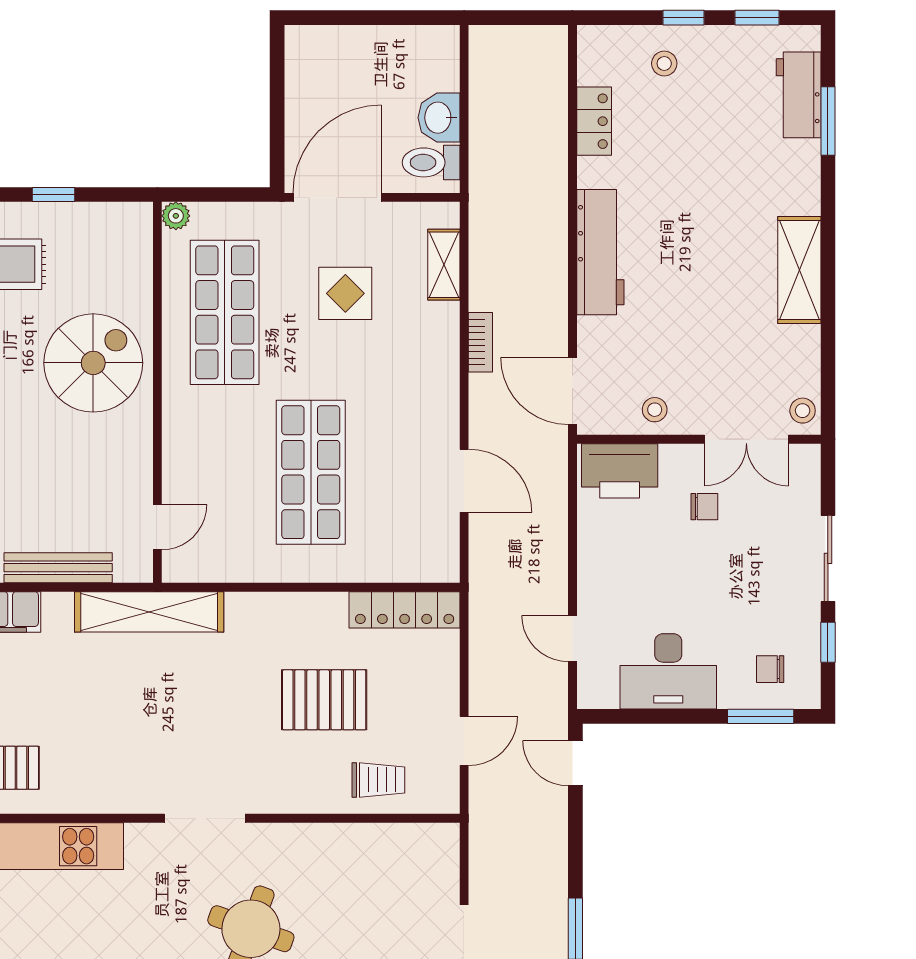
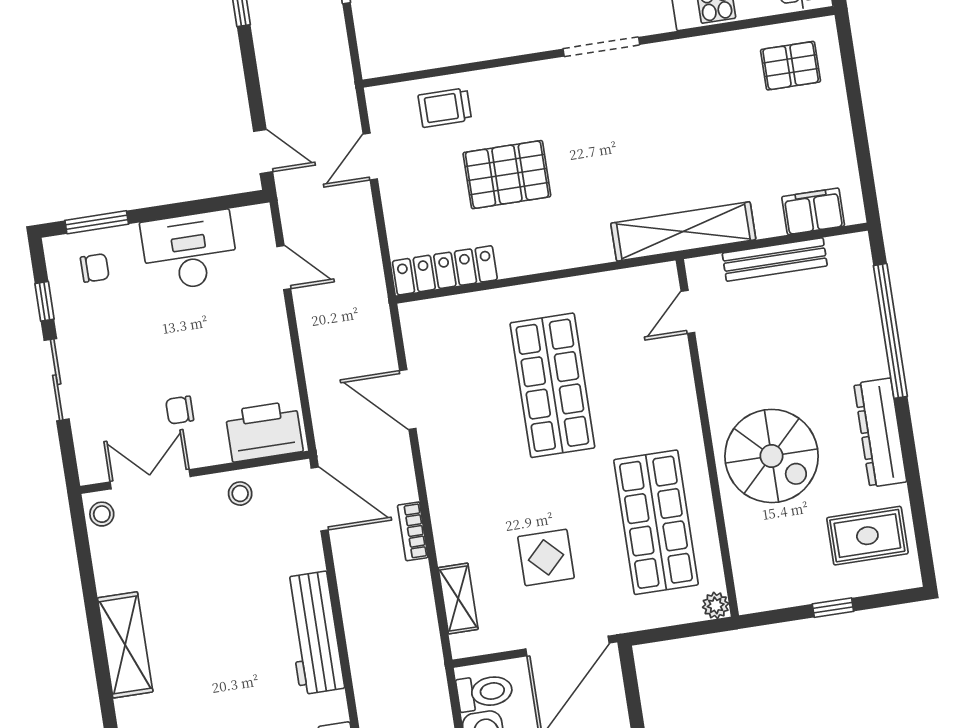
spiral stairs: (93, 363) -> (772, 456), turned -90

